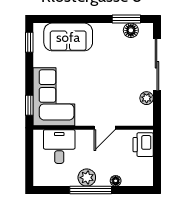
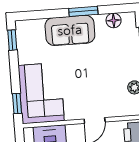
window: (126, 19) -> (83, 11), moved
sofa: (68, 37) -> (70, 30), moved

